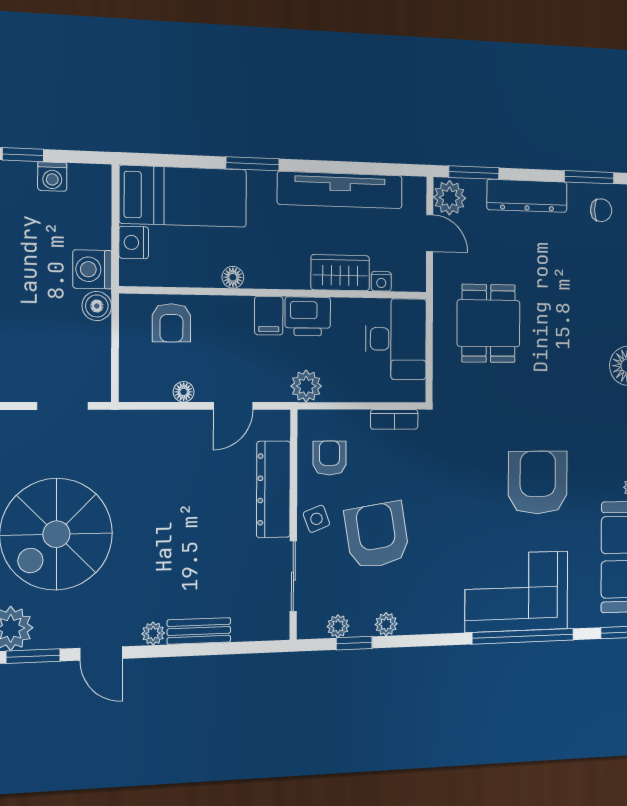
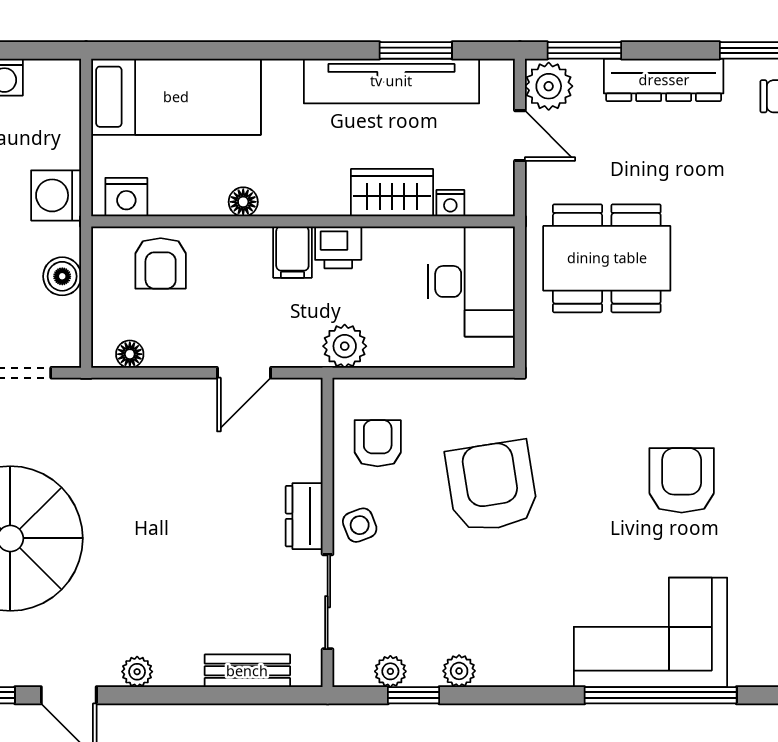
window: (253, 164) -> (416, 50), moved
nightstand: (134, 243) -> (126, 197), moved, turned -90
boiler: (97, 306) -> (62, 276), moved
printer: (308, 316) -> (338, 247), width x0.73, depth x0.81
dining table: (488, 323) -> (607, 258), width x1.38
floor lamp: (184, 392) -> (130, 354), moved
bookcase: (394, 419) -> (470, 391), removed
armchair: (538, 483) -> (682, 480), width x0.73, depth x0.73
dresser: (273, 489) -> (304, 516), width x0.51, depth x0.80
armchair: (377, 535) -> (492, 486), moved
bench: (199, 631) -> (247, 671), moved

